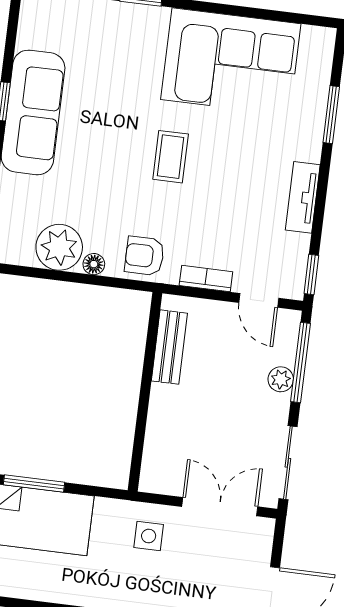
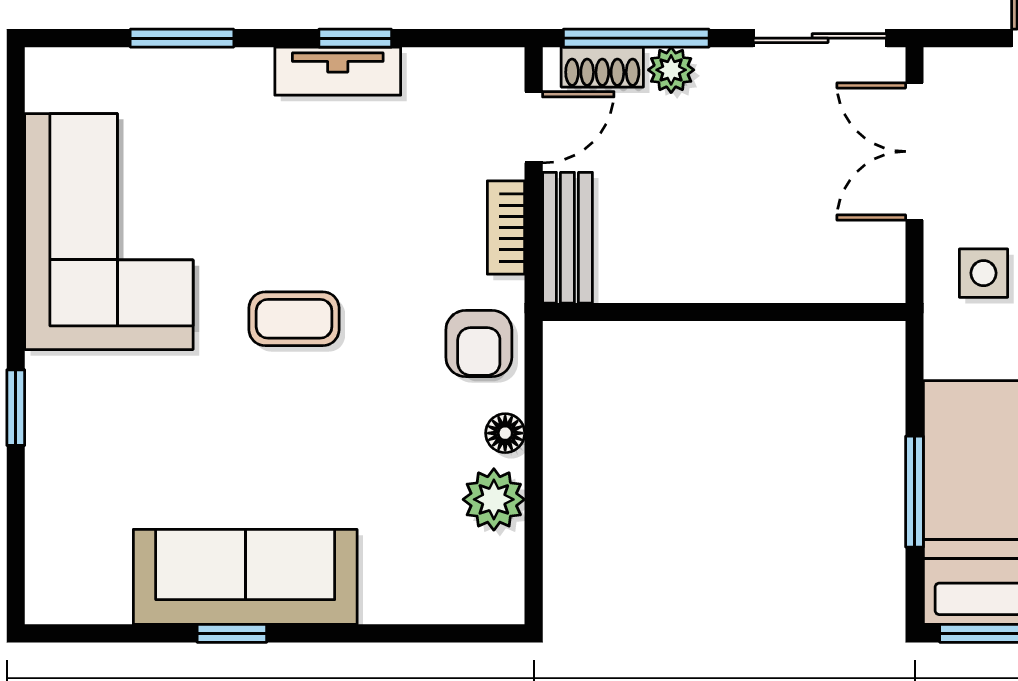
plant: (59, 247) -> (494, 499), width x0.73, depth x0.73
window: (311, 275) -> (355, 38), moved
shoe rack: (287, 342) -> (602, 67), added
bench: (169, 347) -> (567, 238), moved, turned 90

